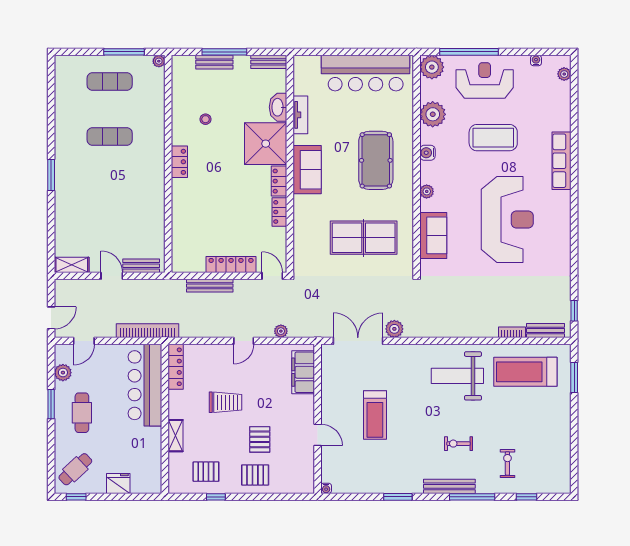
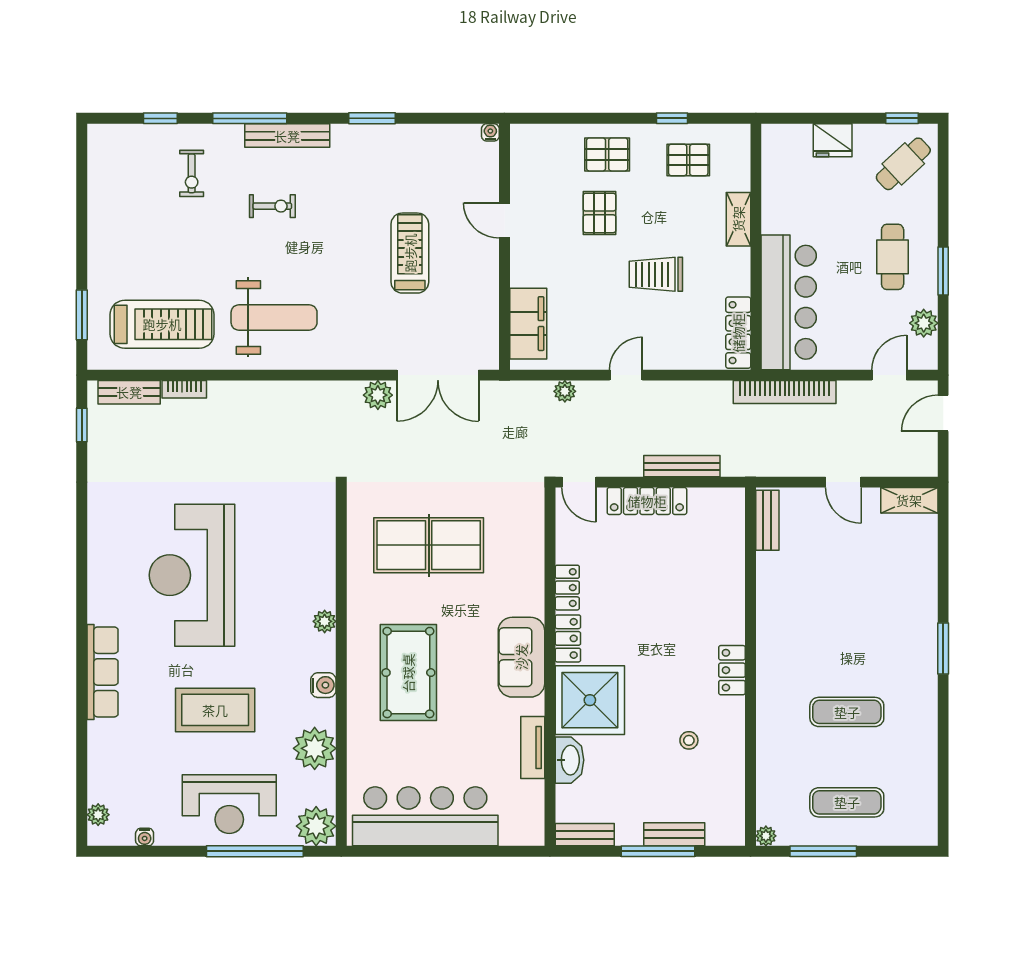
sofa: (433, 235) -> (314, 549), removed
bench: (141, 266) -> (767, 520), moved, turned 90

